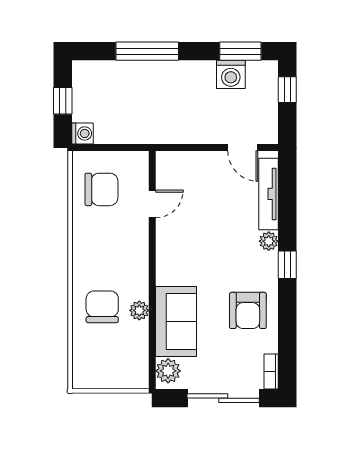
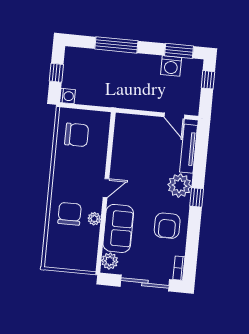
door: (152, 204) -> (106, 188), moved
plant: (269, 241) -> (180, 186), width x1.87, depth x1.87

